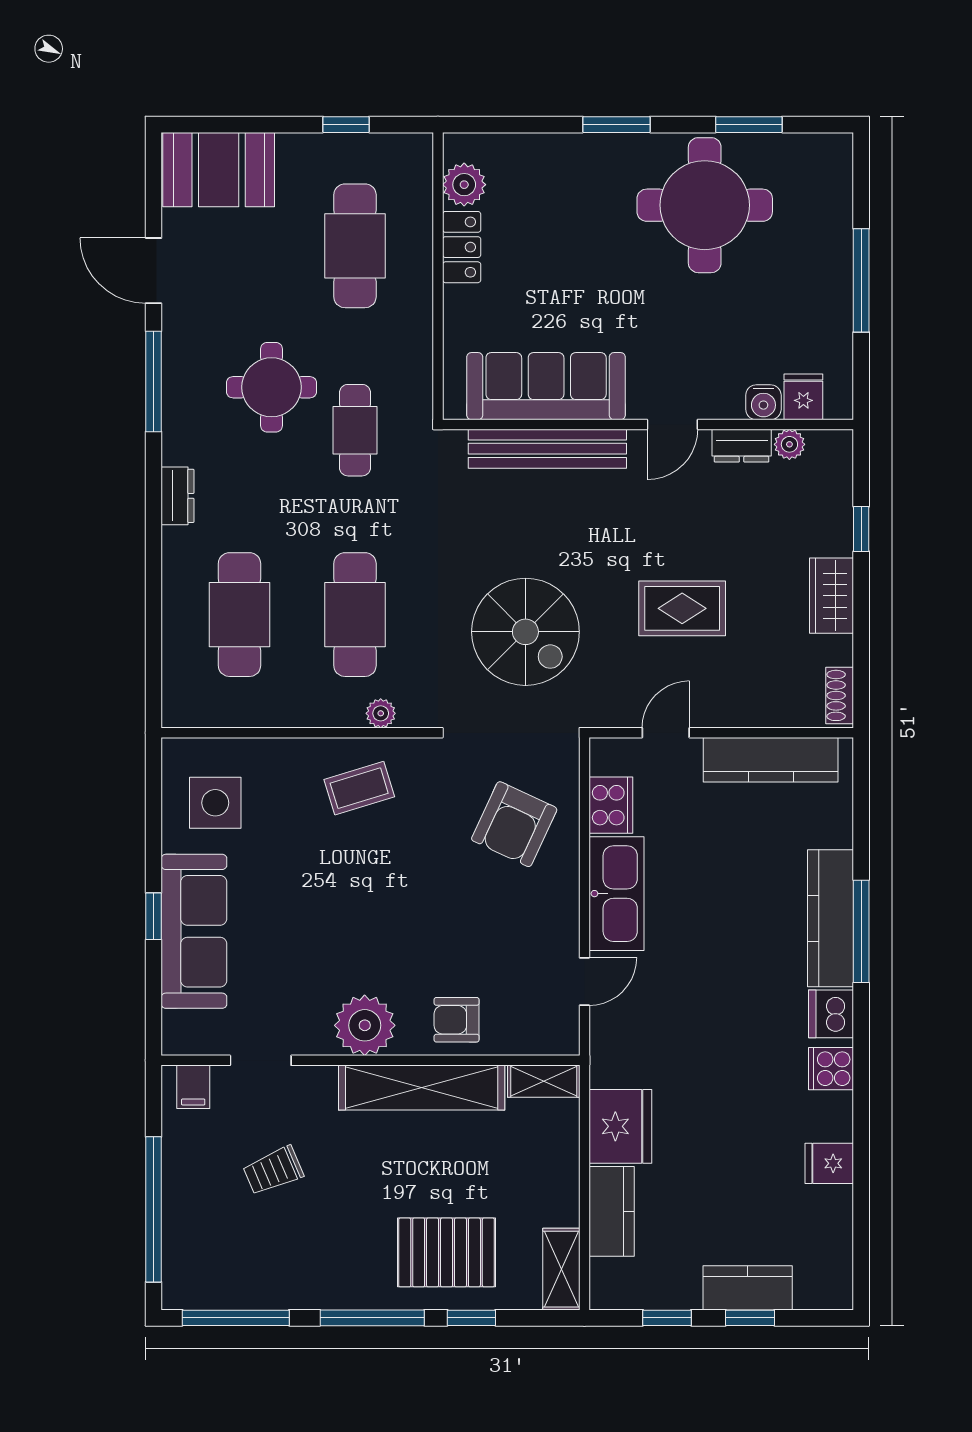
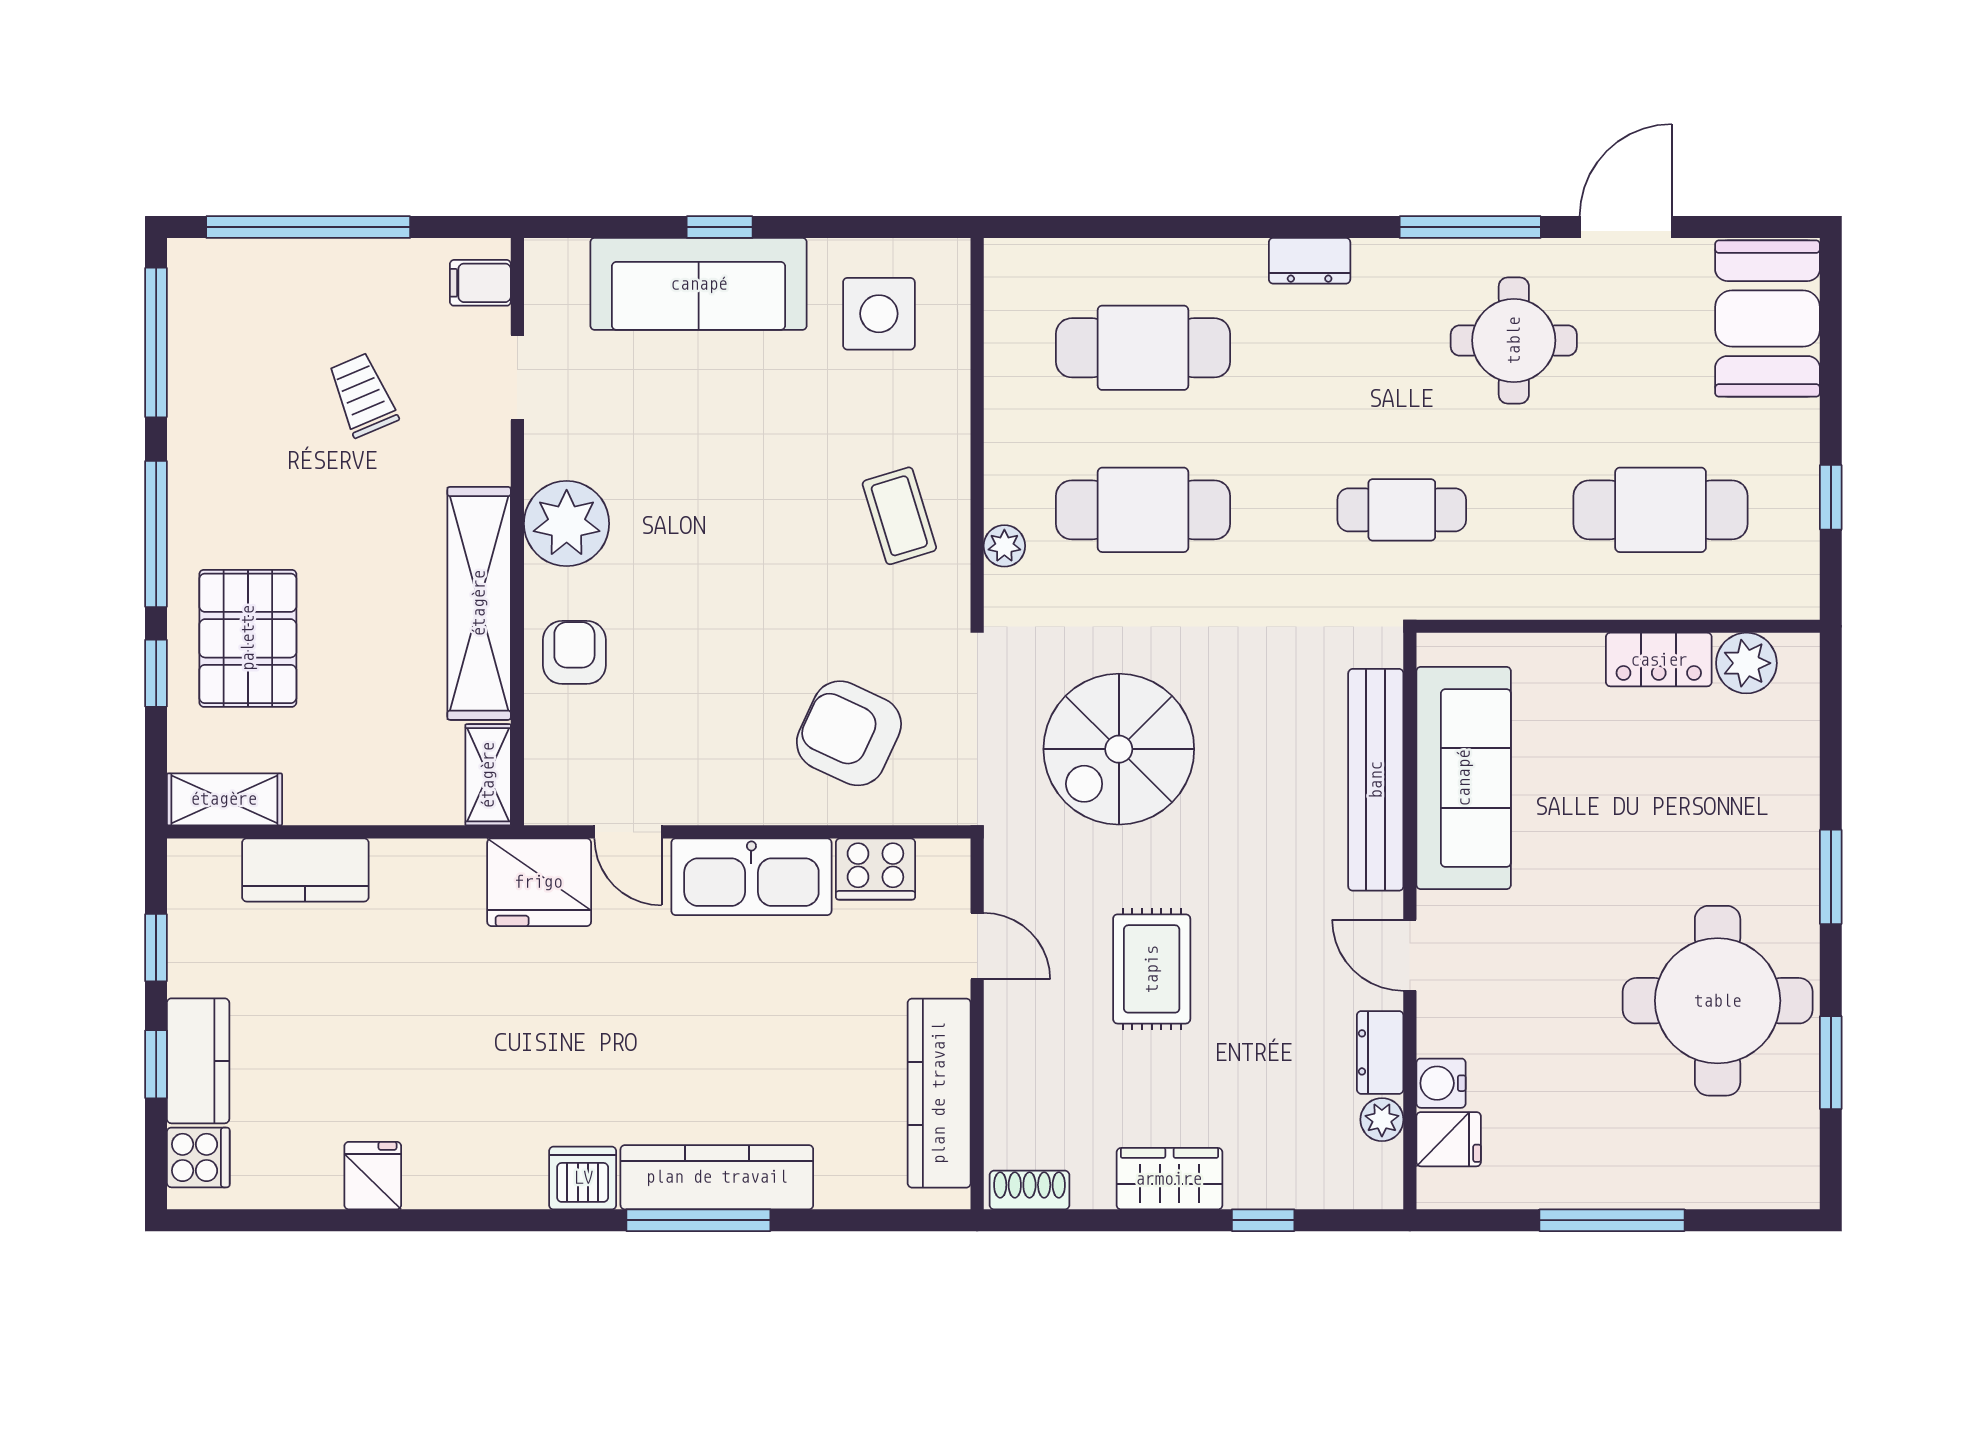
round table: (271, 387) -> (1514, 340), moved
cooker: (831, 1069) -> (198, 1157), moved, turned 90
fridge: (620, 1126) -> (539, 882), moved

